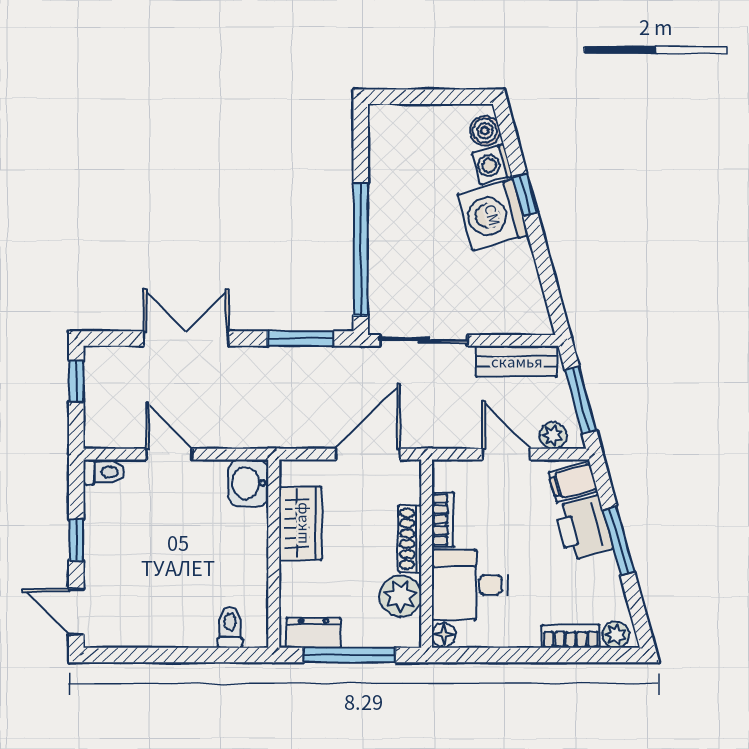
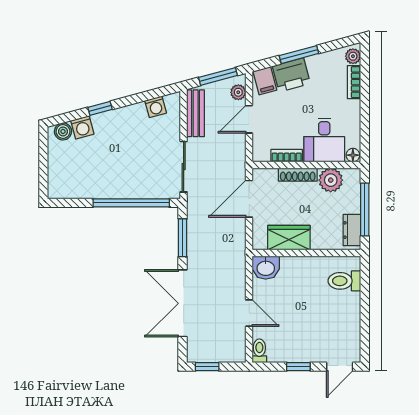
washing machine: (493, 215) -> (156, 107), moved, width x0.53, depth x0.53
double door: (186, 339) -> (183, 303), width x1.37
door: (169, 454) -> (249, 313), swing flipped
door: (368, 454) -> (249, 199), hinge flipped
toilet: (230, 628) -> (344, 281), width x1.37, depth x1.39

